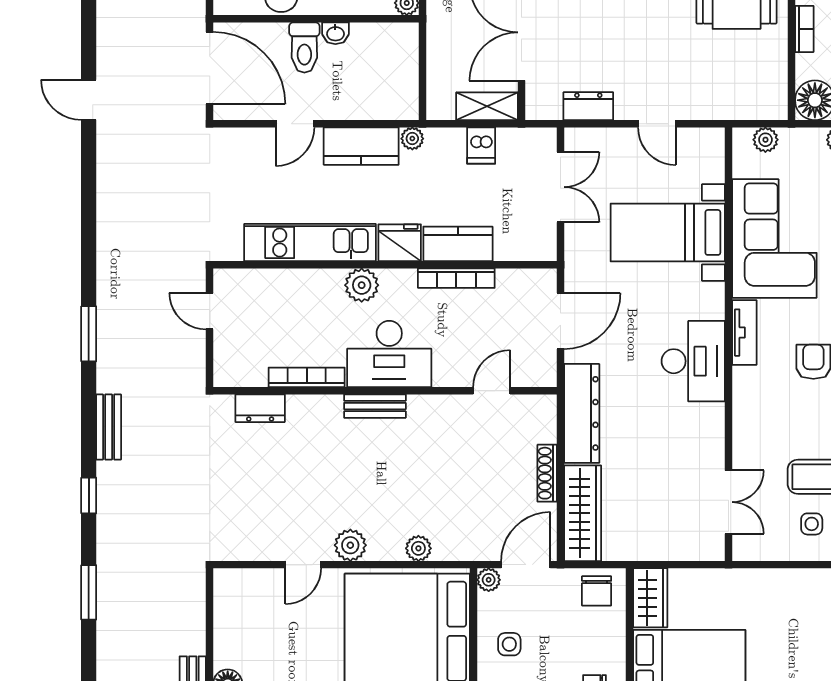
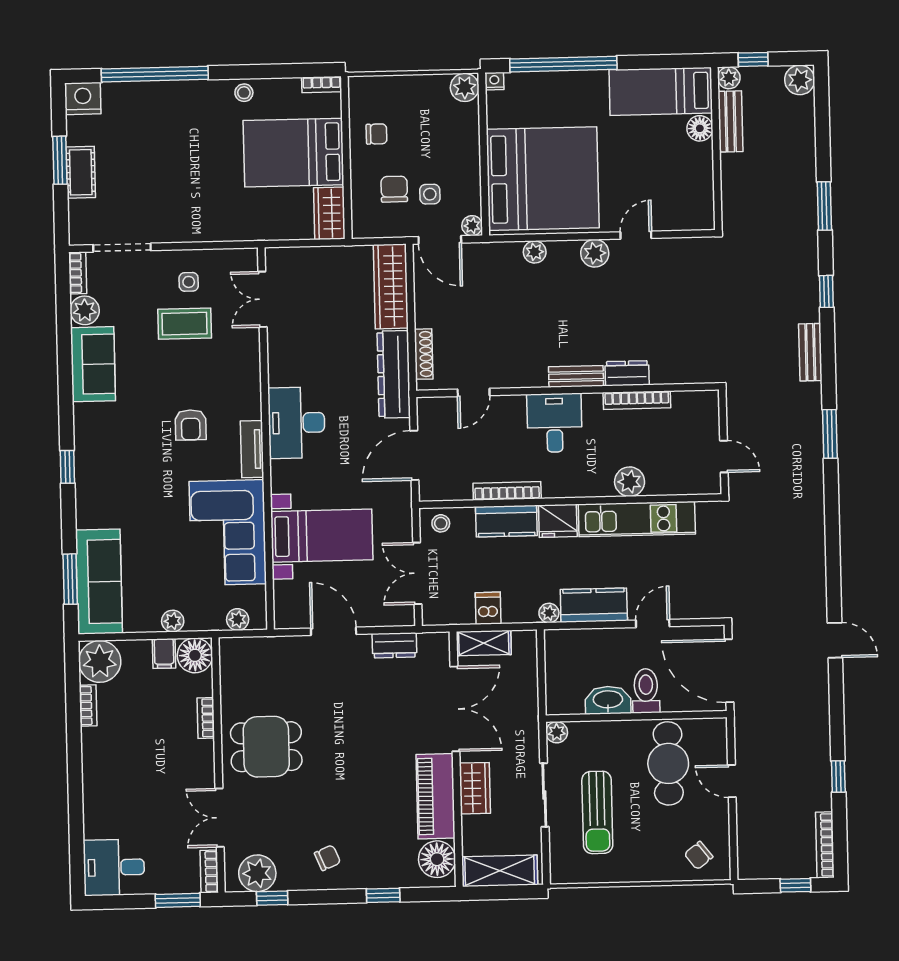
washbasin: (335, 33) -> (608, 700), width x1.91, depth x1.45
door: (657, 124) -> (334, 631), width x1.38
stool: (532, 243) -> (441, 523), added
plant: (362, 285) -> (630, 482), moved
desk: (389, 354) -> (554, 423), width x0.73
dresser: (260, 408) -> (627, 373), moved
shoe rack: (547, 473) -> (424, 354), moved
door: (526, 565) -> (440, 240), hinge flipped
chair: (597, 591) -> (394, 189), moved
side table: (509, 644) -> (430, 194), moved

